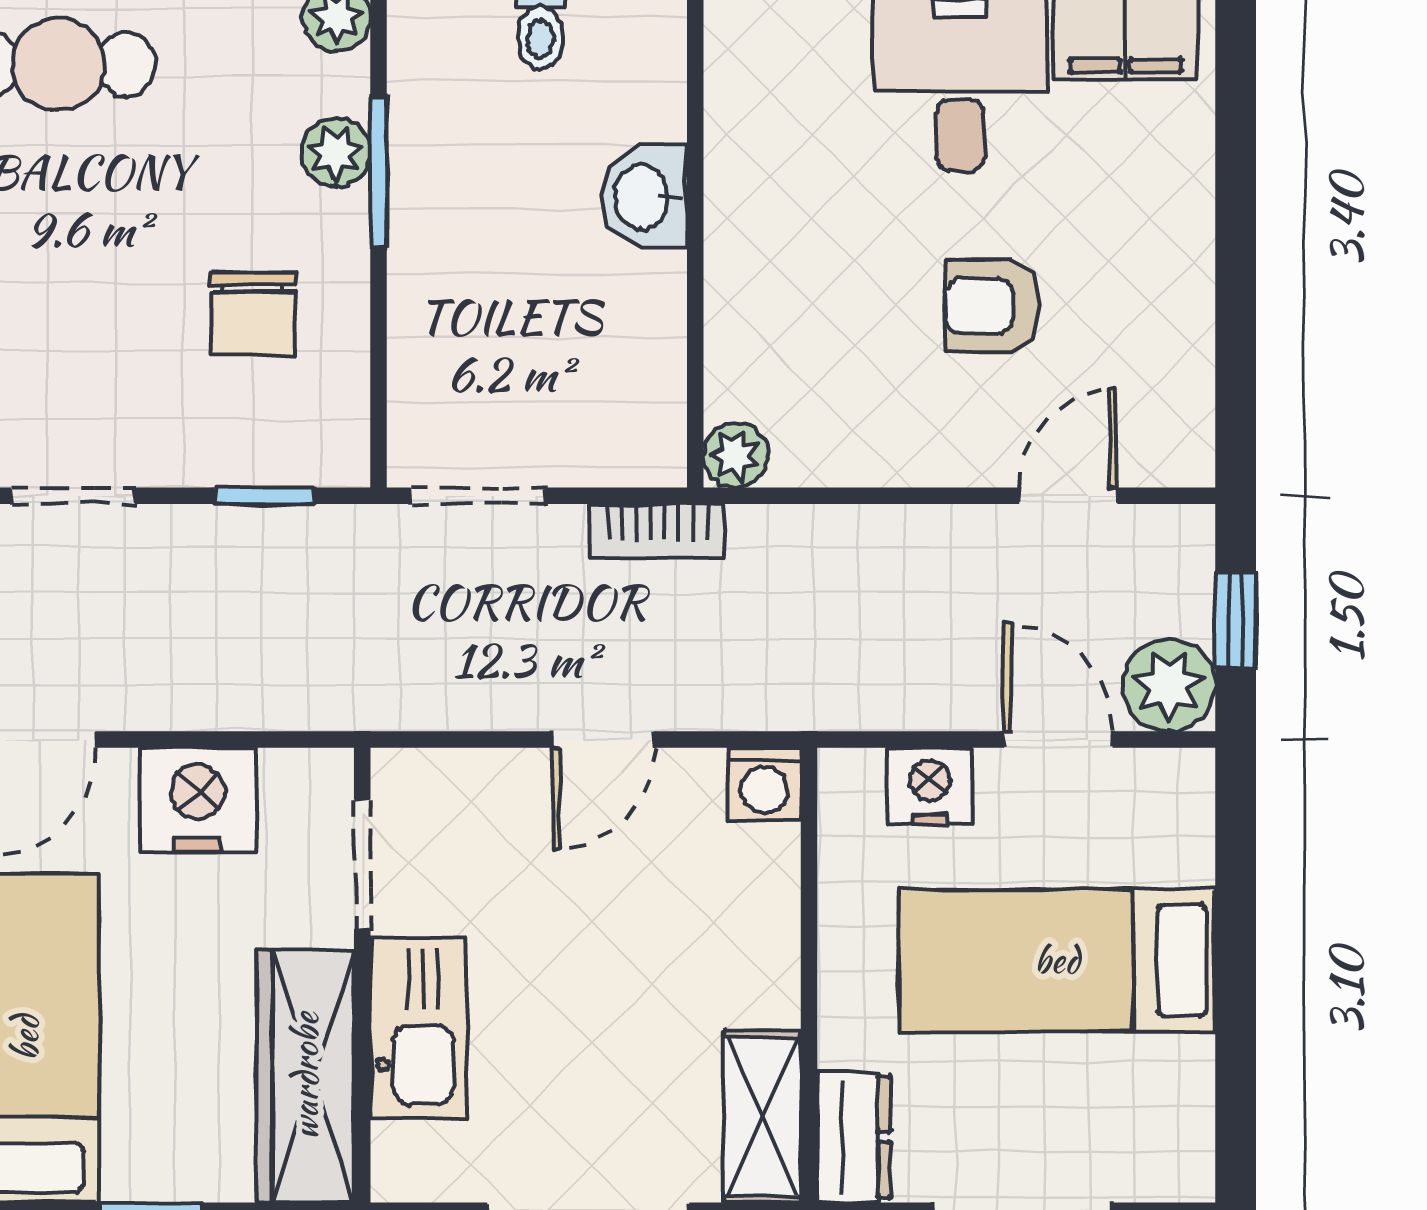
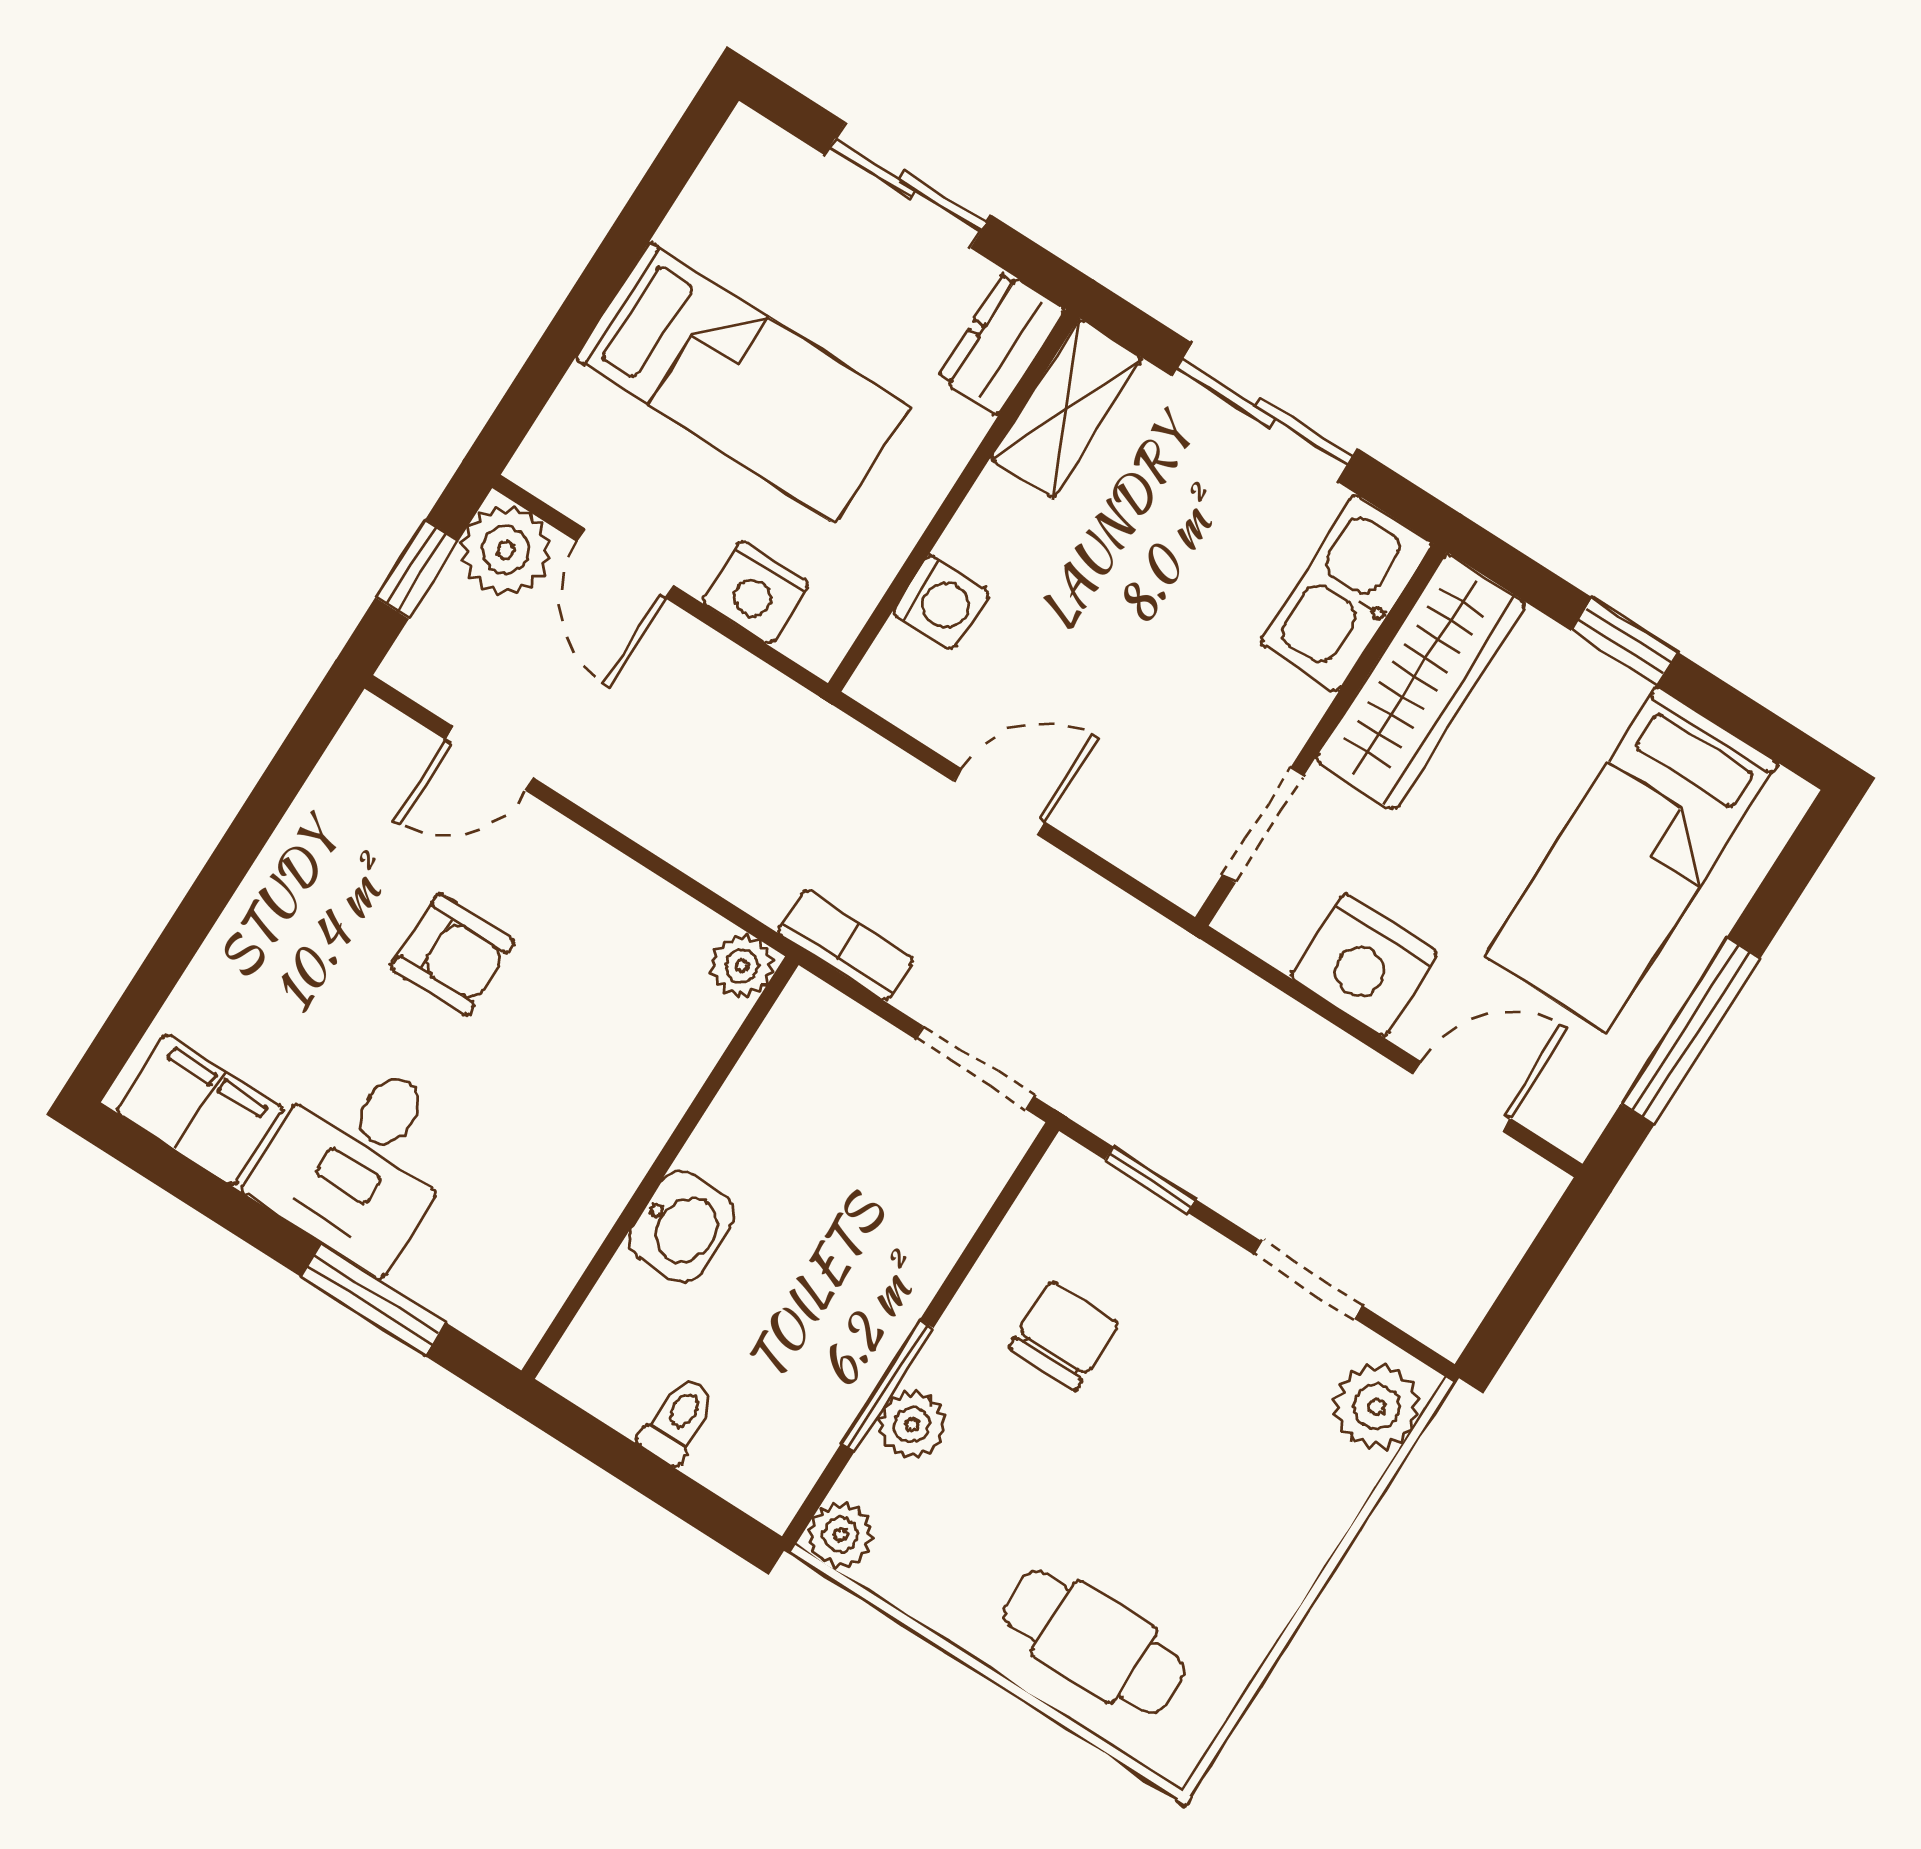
washing machine: (764, 784) -> (941, 602), moved, turned 90
kitchen sink: (418, 1028) -> (1346, 593), moved

